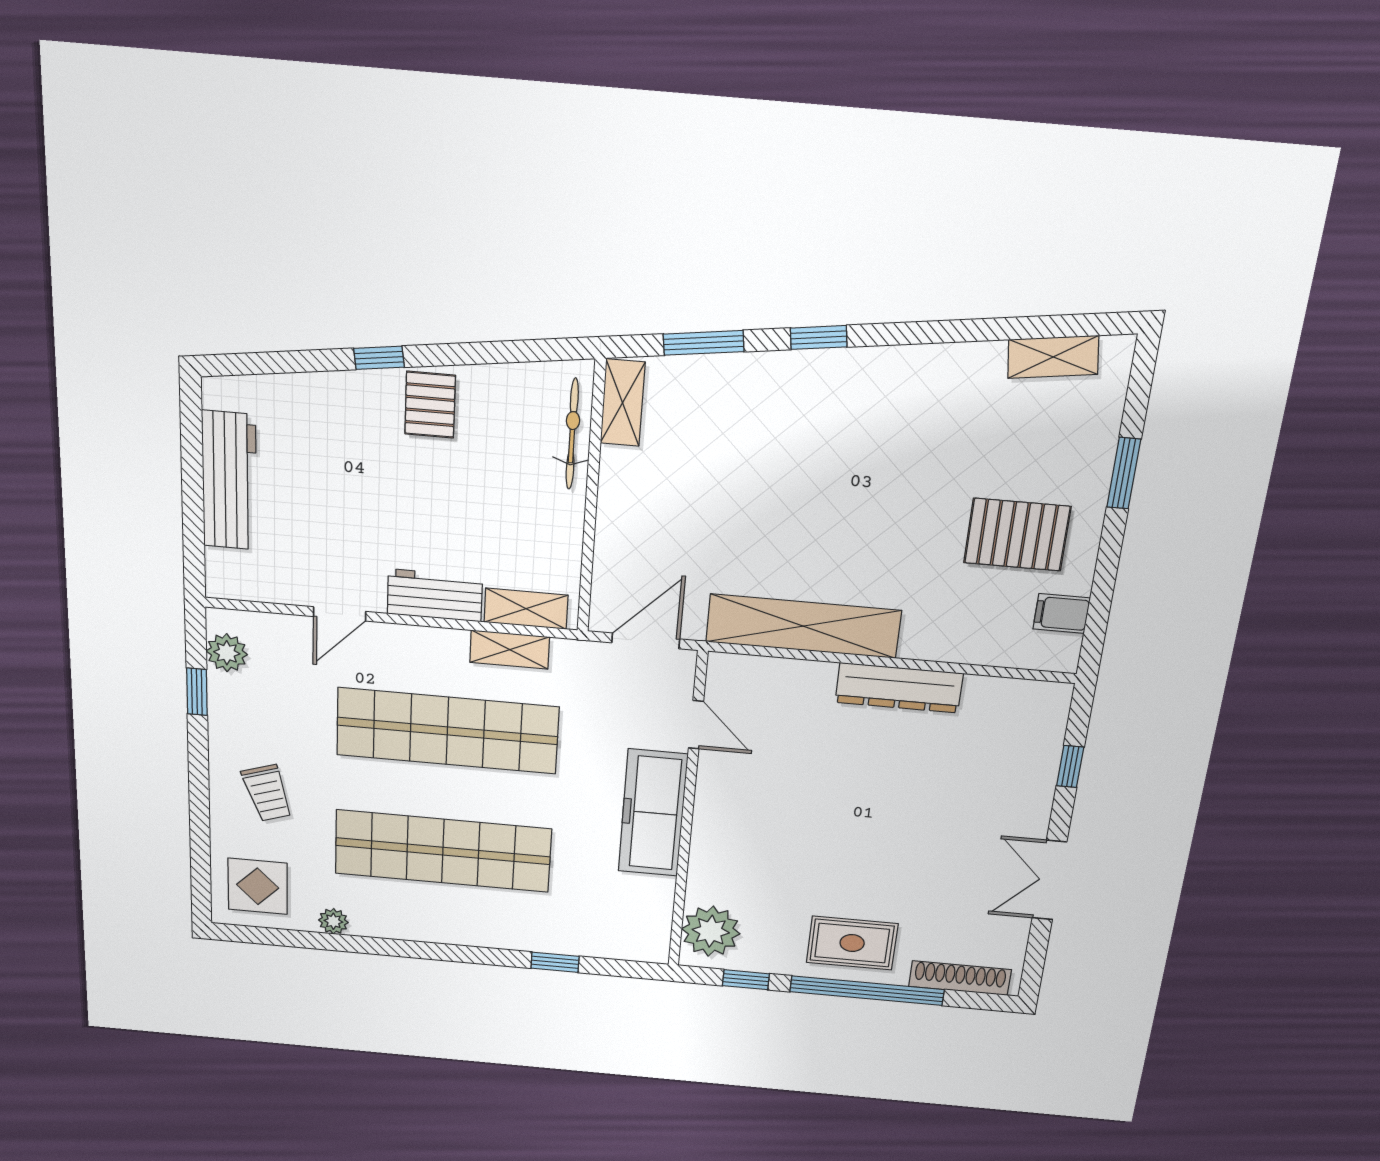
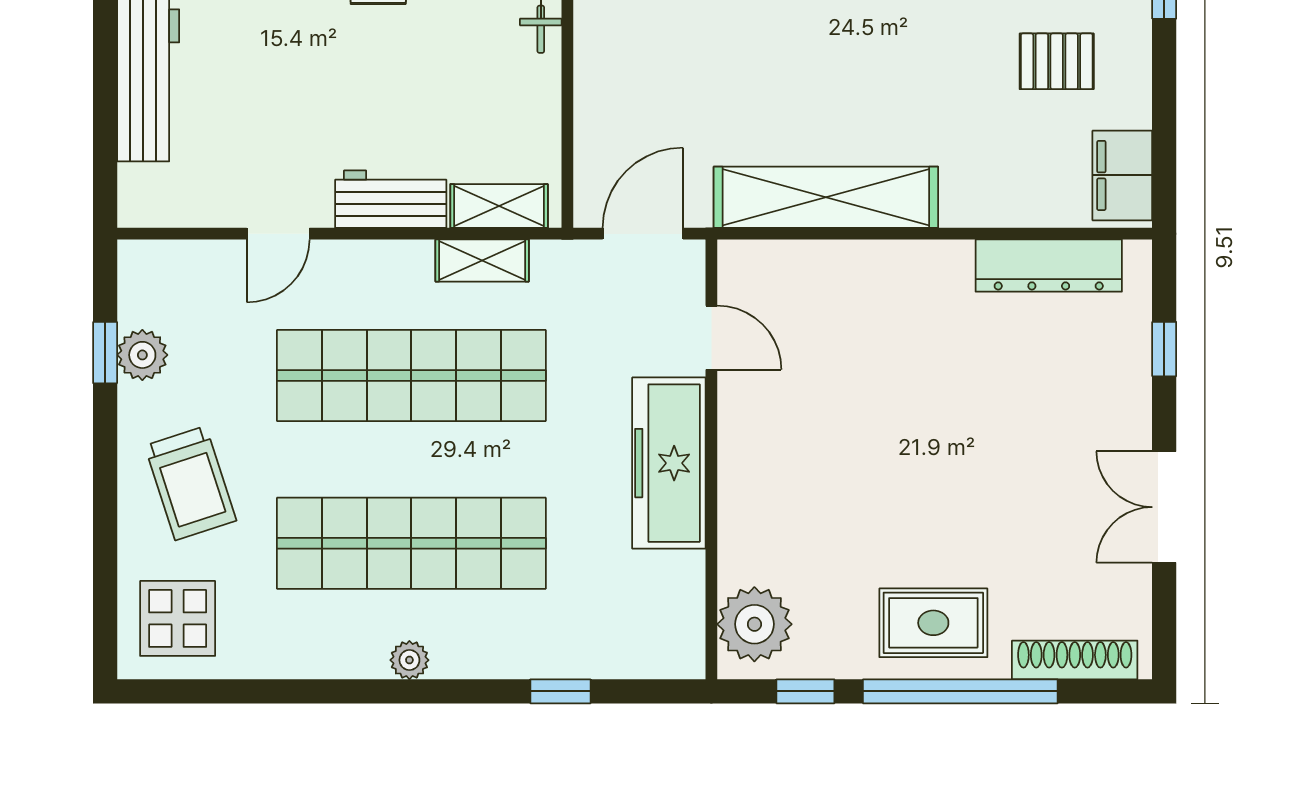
pallet: (1017, 535) -> (1057, 61), width x0.67, depth x0.71
filing cabinet: (1062, 613) -> (1122, 175), width x2.00
plant: (227, 653) -> (142, 355), moved
dresser: (899, 688) -> (1049, 266), moved
trolley: (267, 793) -> (191, 483), width x1.36, depth x1.39
plant: (333, 921) -> (409, 660), moved

